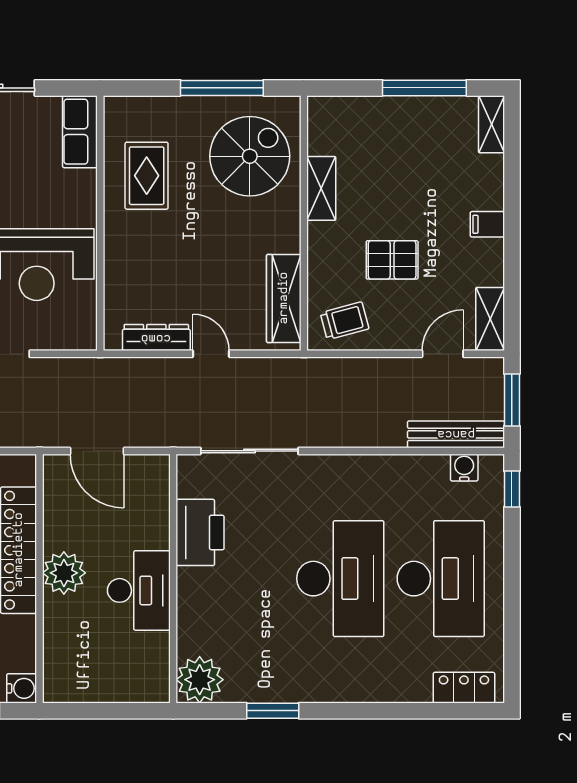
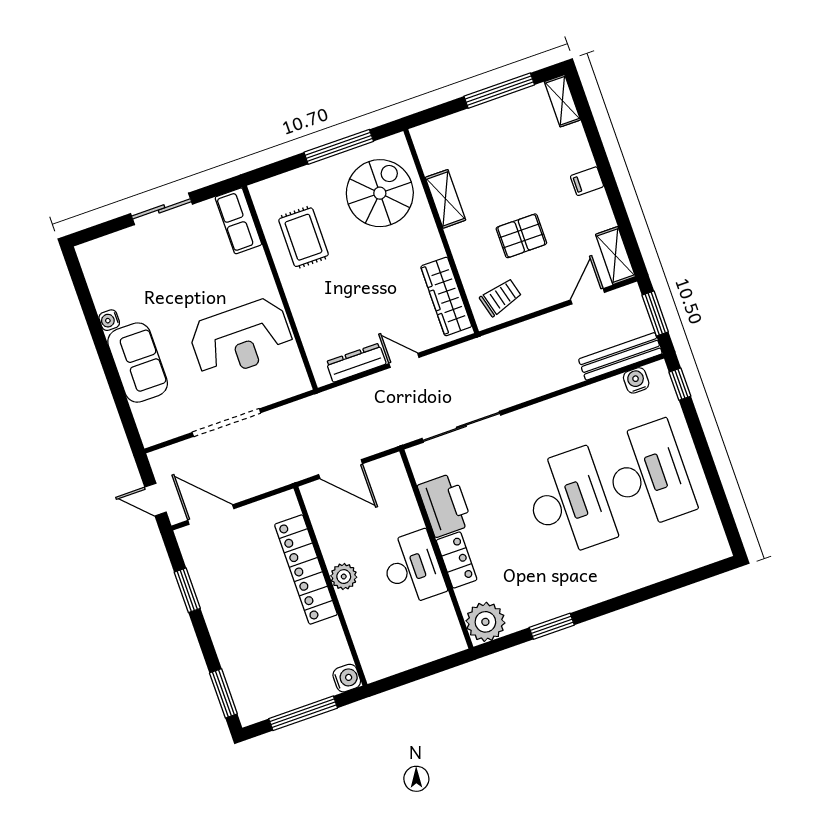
plant: (64, 573) -> (344, 577), width x0.73, depth x0.73
locker: (464, 688) -> (457, 560), moved, turned 90

